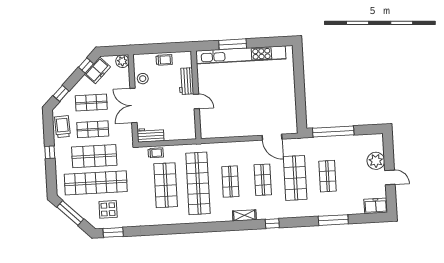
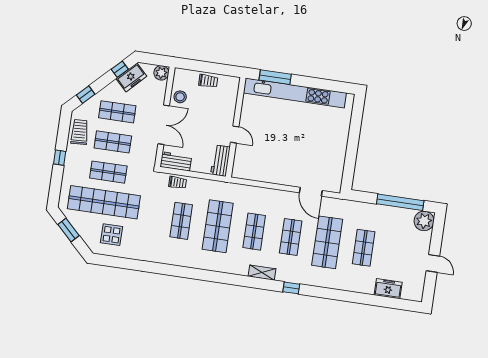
window: (233, 44) -> (275, 77), moved
workbench: (186, 81) -> (220, 161), moved
double door: (133, 106) -> (164, 125), swing flipped
window: (333, 132) -> (400, 202), moved
shop shelf: (94, 156) -> (108, 172), width x0.70, depth x0.74
plant: (376, 161) -> (424, 221), moved
shop shelf: (198, 183) -> (218, 226), width x0.71
shop shelf: (166, 185) -> (181, 221), width x0.70, depth x0.74
freezer: (376, 206) -> (388, 289), moved
window: (70, 213) -> (69, 230), width x0.69
window: (333, 220) -> (360, 298), removed
window: (113, 232) -> (112, 261), removed

